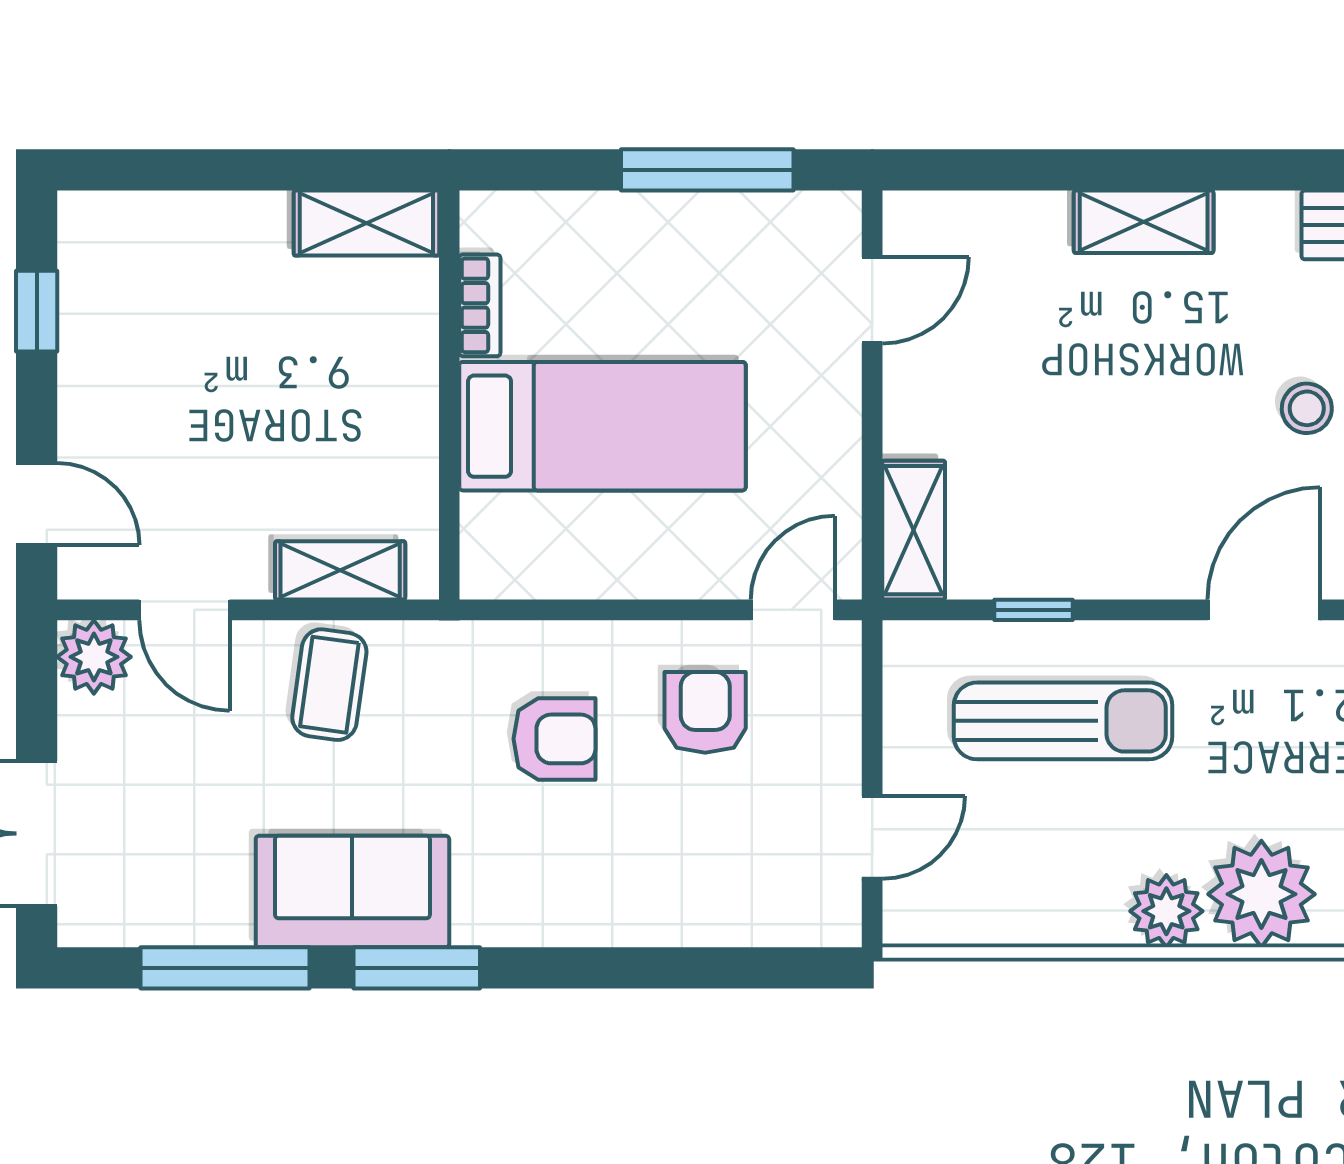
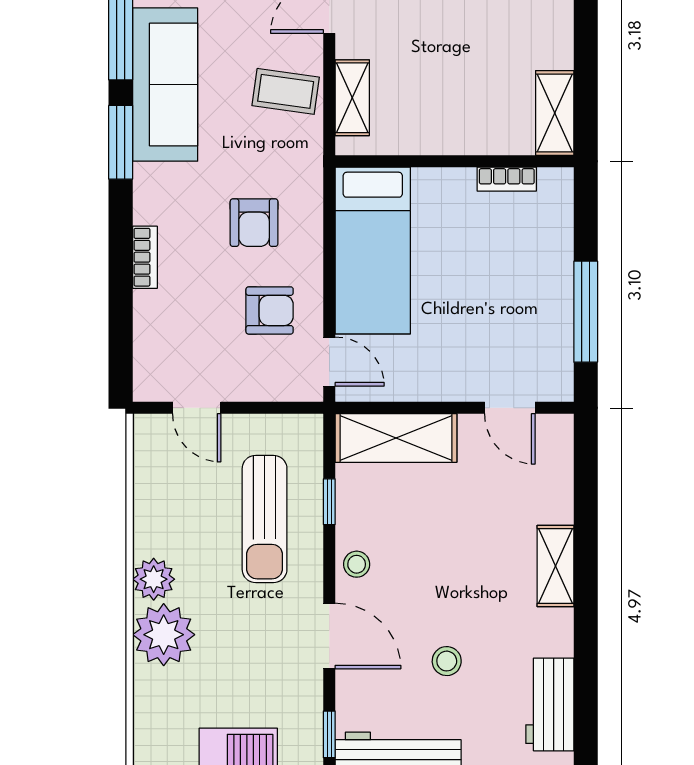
bed: (603, 426) -> (373, 251), moved
shelving: (914, 530) -> (396, 438), width x1.50, depth x1.33
stool: (1141, 563) -> (357, 564), added
sofa: (352, 892) -> (165, 85), width x1.36
bookcase: (614, 926) -> (145, 257), added

